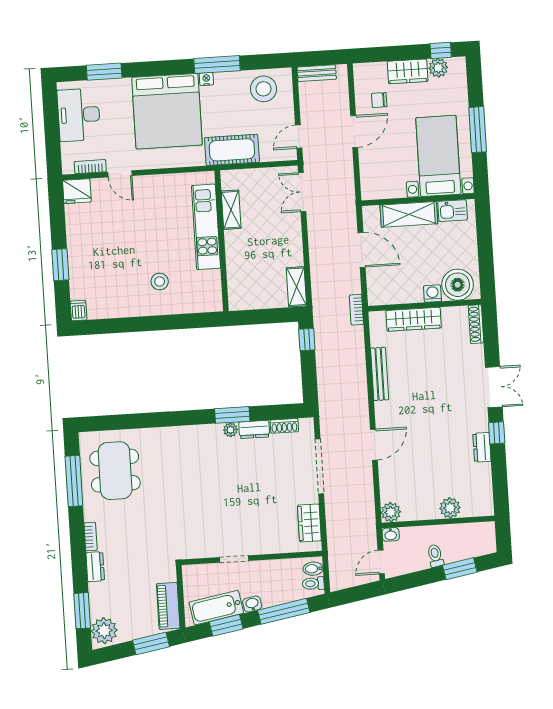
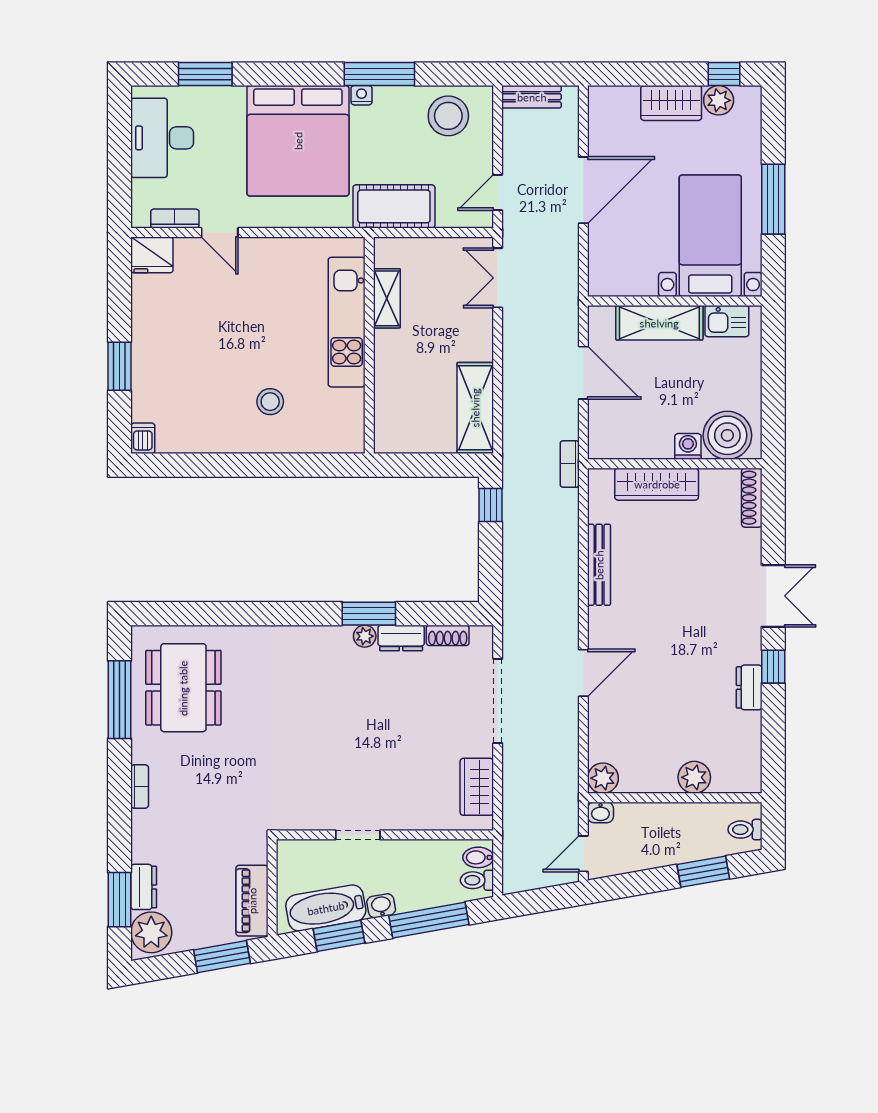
chair: (379, 100) -> (625, 144), removed
door: (354, 132) -> (583, 190), width x1.36
shelving: (296, 287) -> (475, 408), width x1.50, depth x1.33
toilet: (435, 556) -> (745, 830), moved, turned -80
dresser: (95, 567) -> (144, 887), moved

